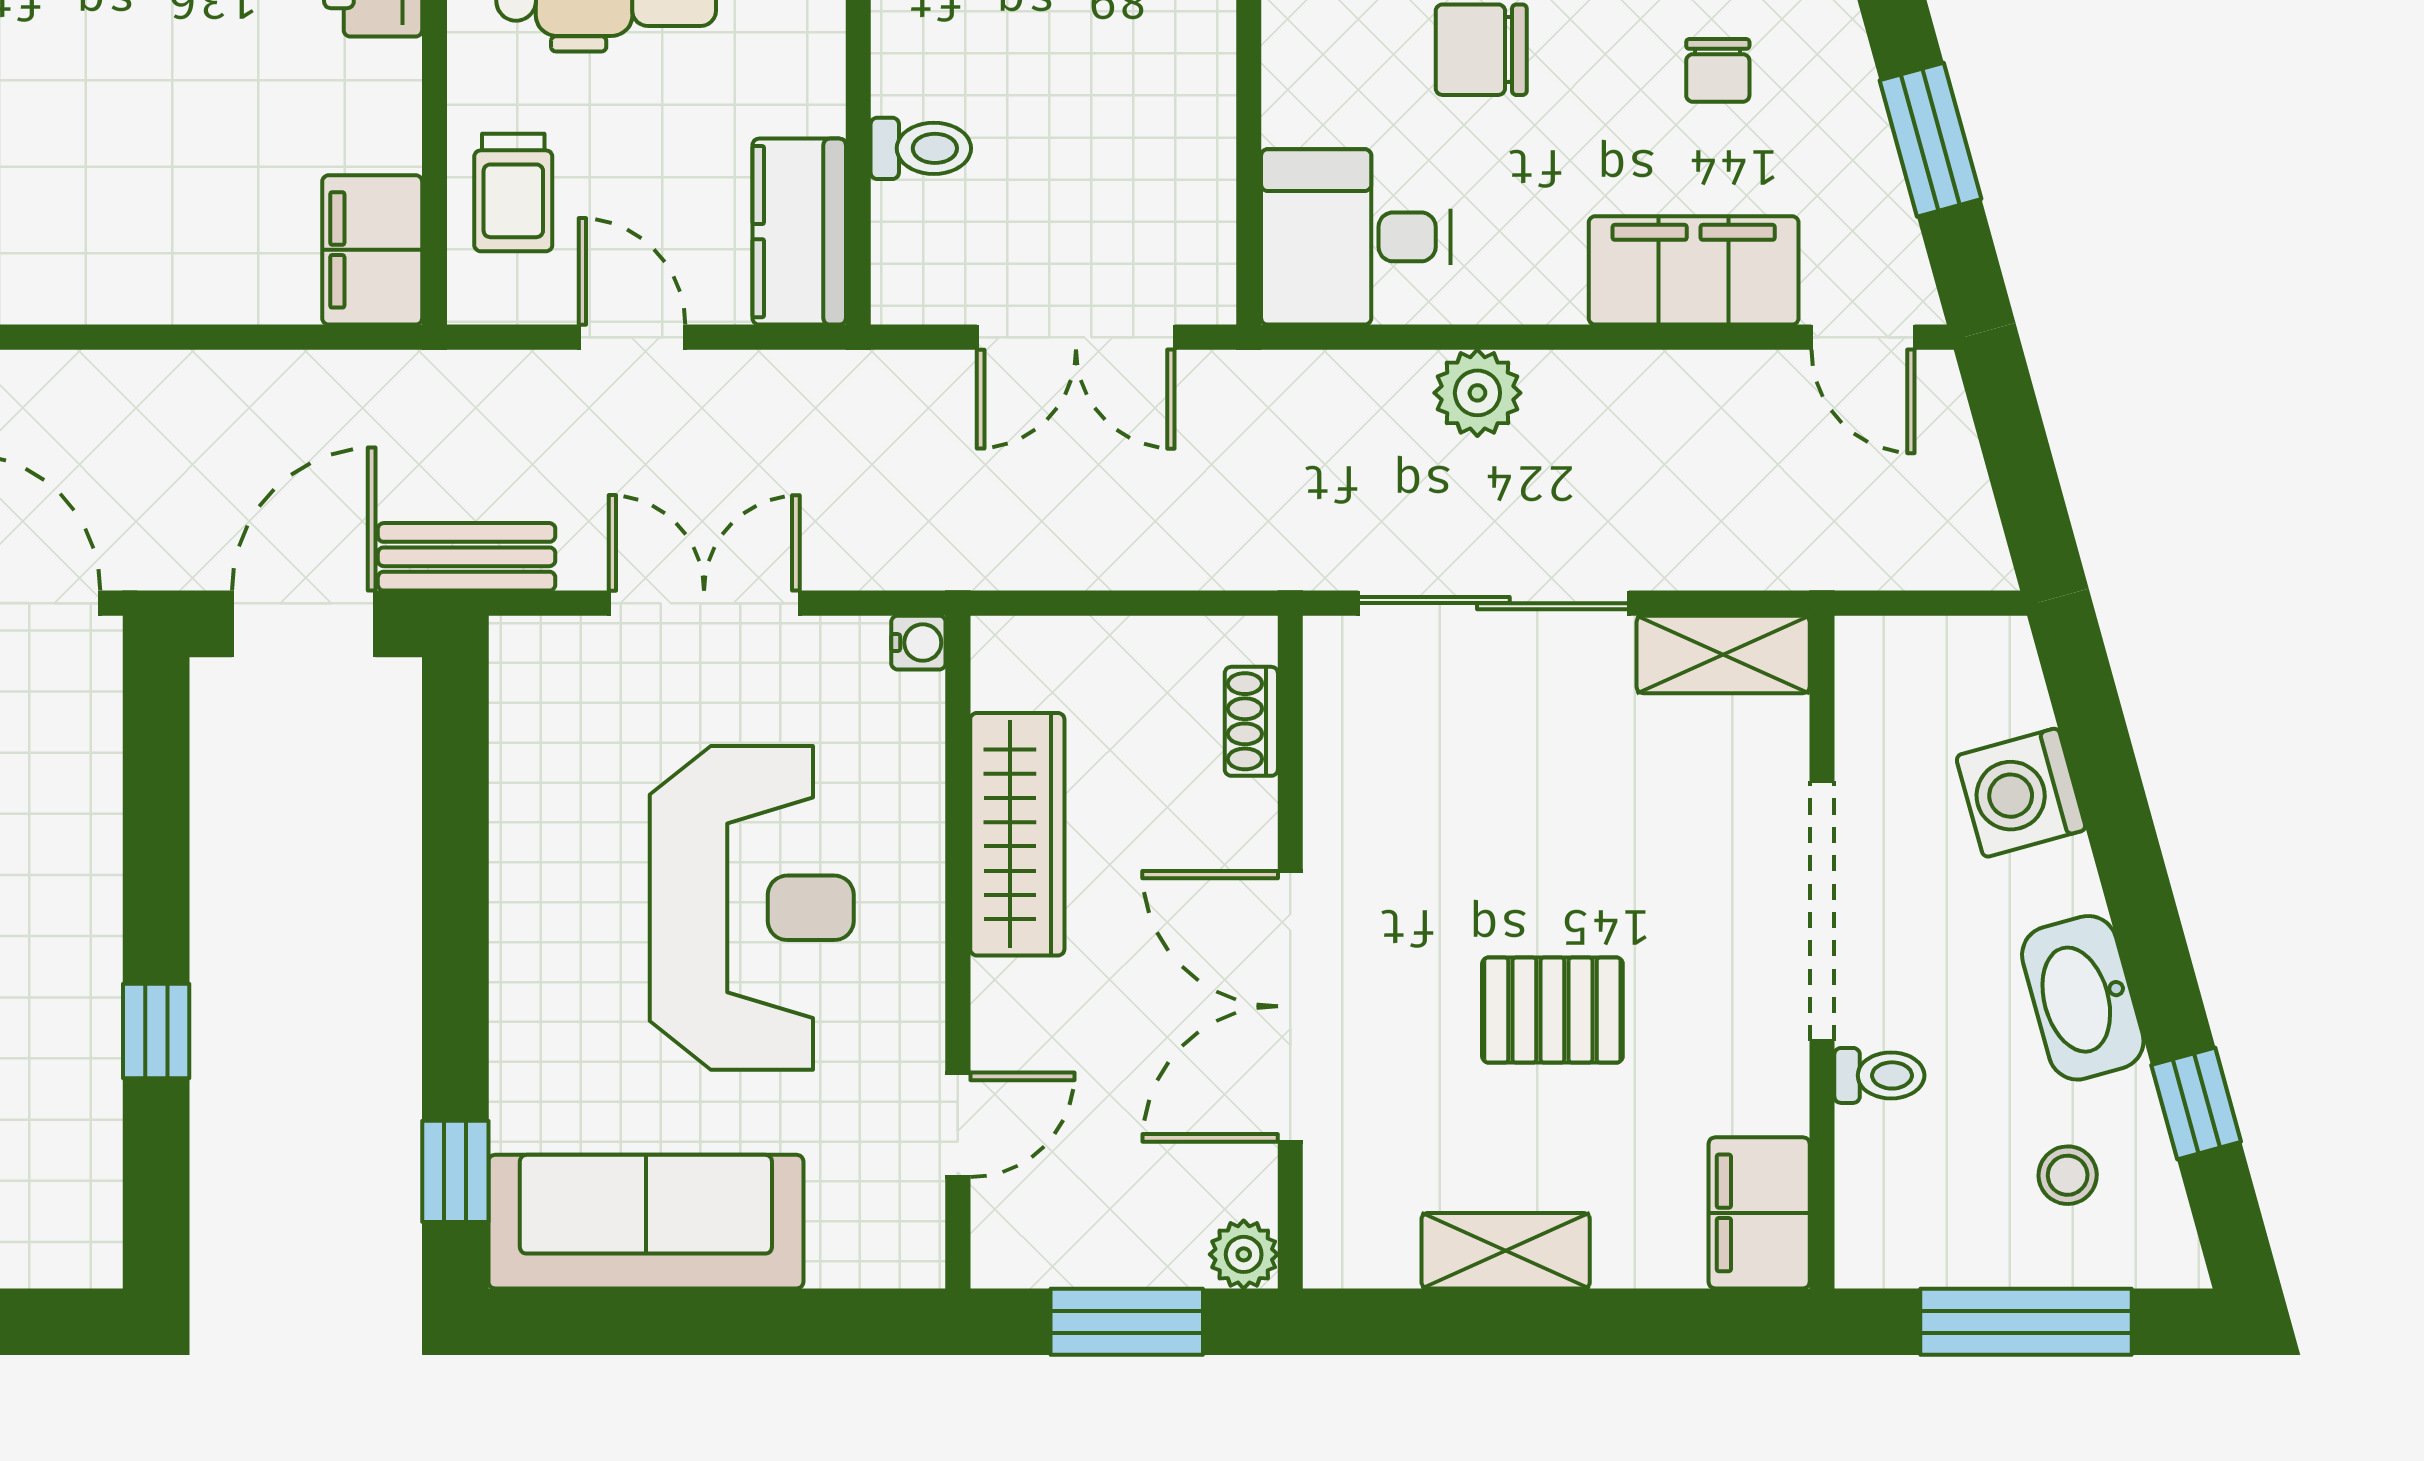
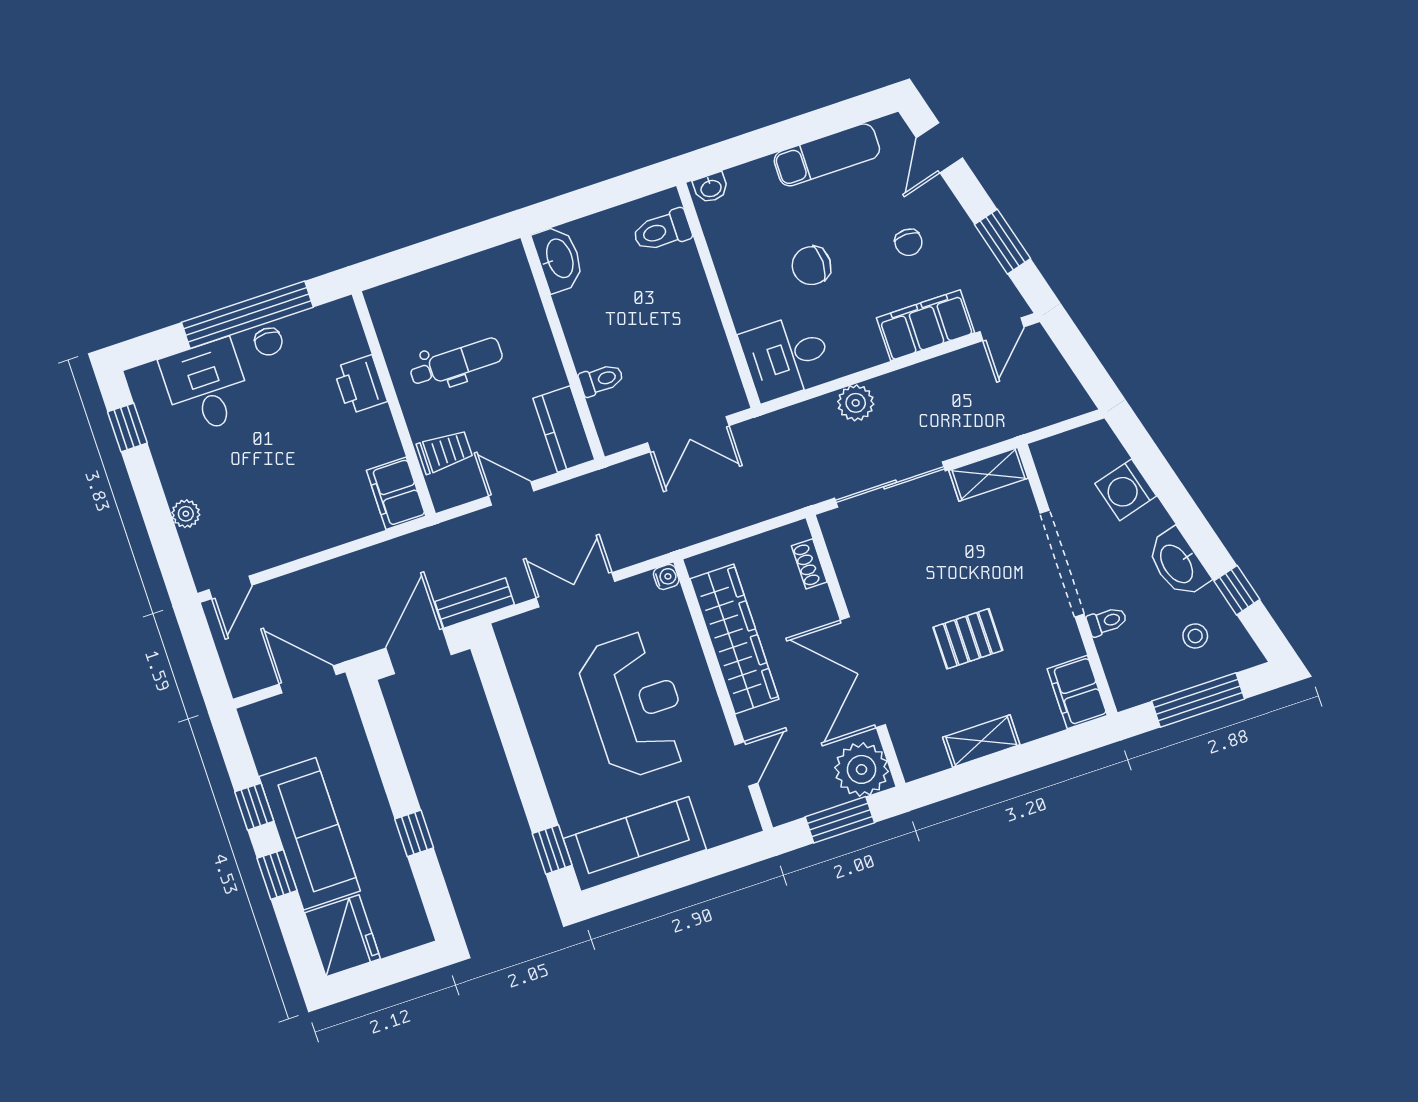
trolley: (513, 193) -> (445, 452), turned -90
door: (1863, 337) -> (1002, 329), hinge flipped
wardrobe: (1017, 834) -> (734, 639), width x1.40, depth x1.17
plant: (1244, 1254) -> (862, 769), width x1.88, depth x1.88

